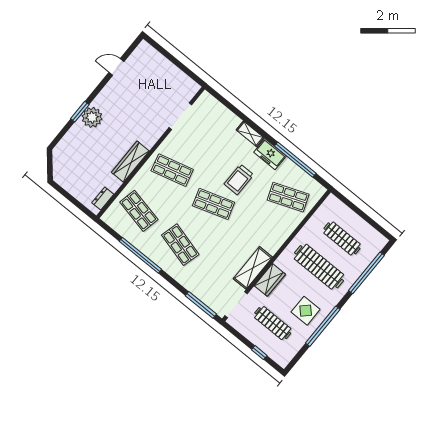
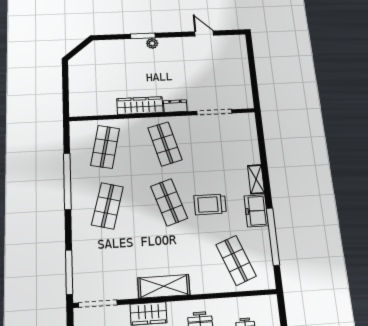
plant: (92, 117) -> (152, 43), width x0.53, depth x0.53
dresser: (103, 199) -> (175, 106), moved
shelving: (253, 268) -> (164, 286), moved

